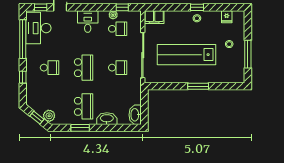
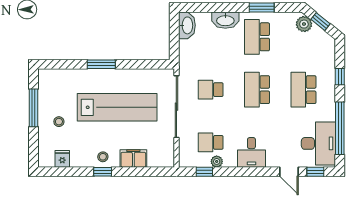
filing cabinet: (154, 17) -> (133, 158), moved
school desk: (49, 68) -> (303, 90), width x1.85

